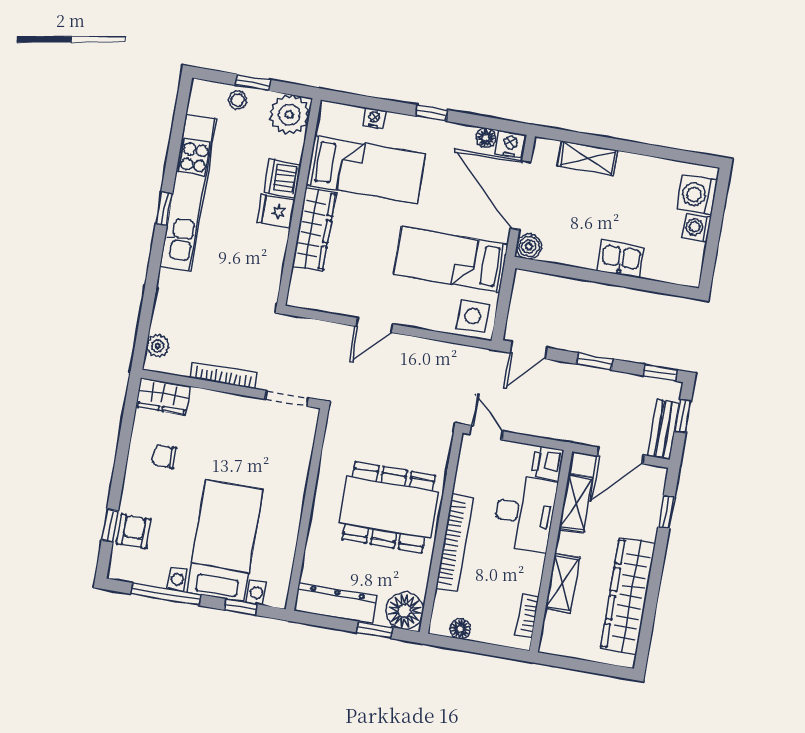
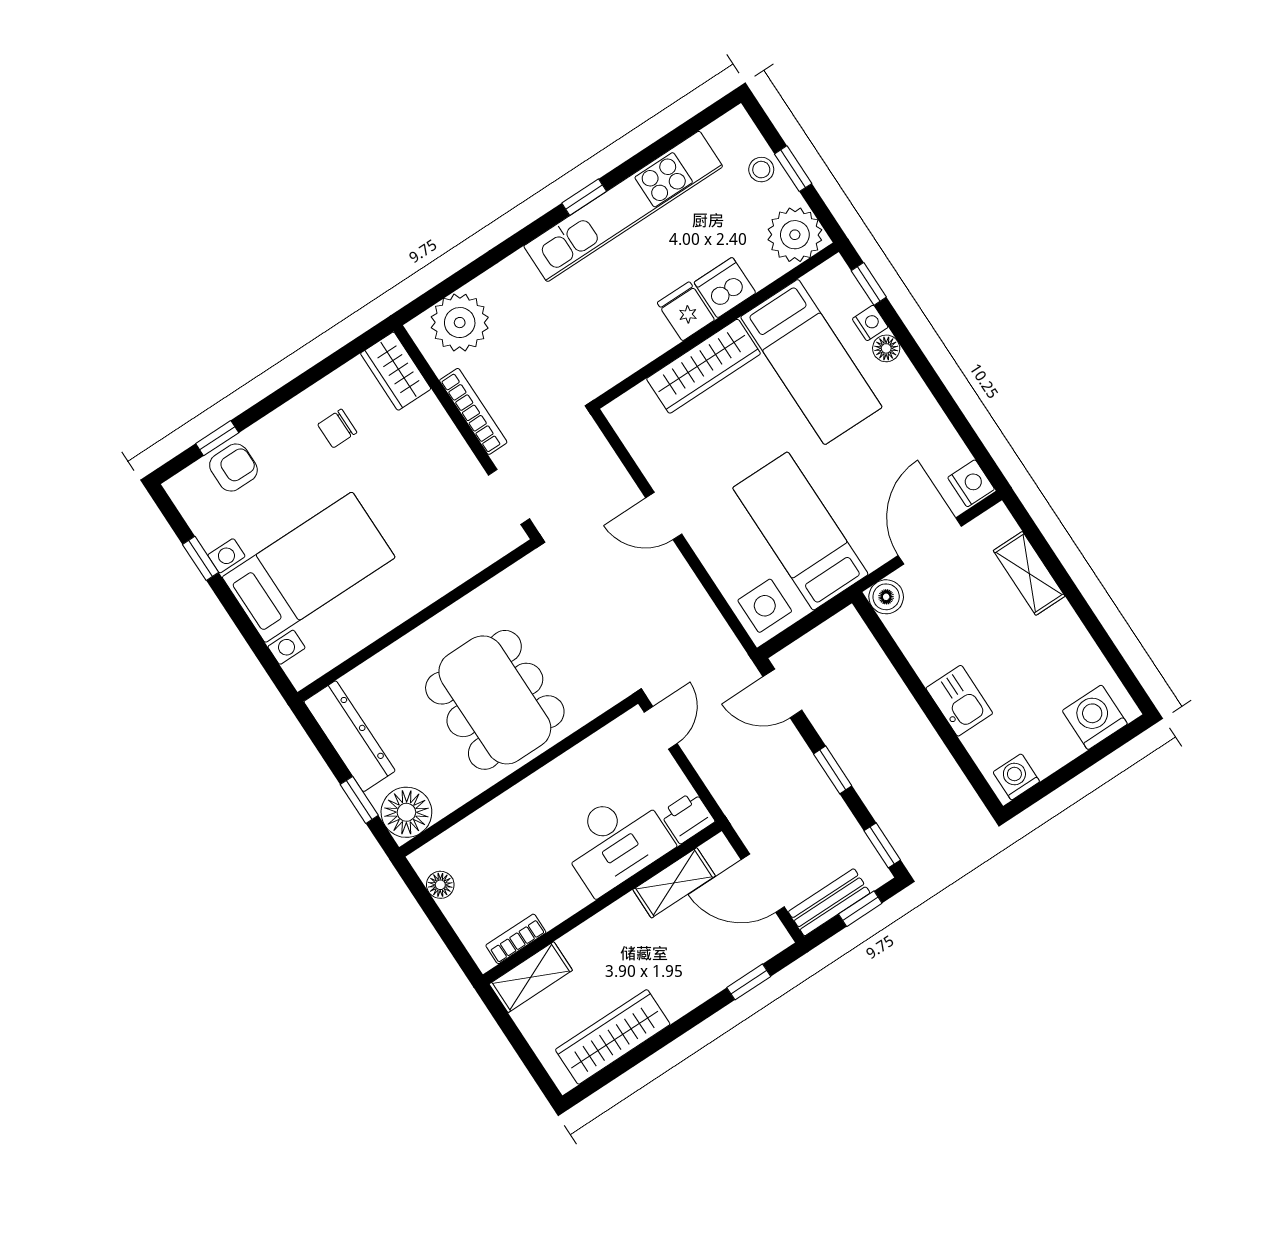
window: (431, 113) -> (869, 284), moved
floor lamp: (486, 138) -> (886, 348), moved
door: (521, 195) -> (930, 541), width x0.73
washing machine: (697, 227) -> (1016, 777), moved
plant: (158, 346) -> (460, 323), width x1.88, depth x1.88
chair: (165, 456) -> (337, 428), turned -90
bookcase: (454, 543) -> (520, 799), removed
shelving: (562, 583) -> (531, 977), moved
window: (166, 594) -> (201, 558), width x0.46
wardrobe: (628, 596) -> (613, 1037), width x0.71, depth x0.85
window: (240, 607) -> (257, 644), removed

